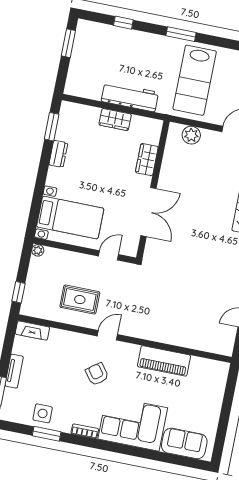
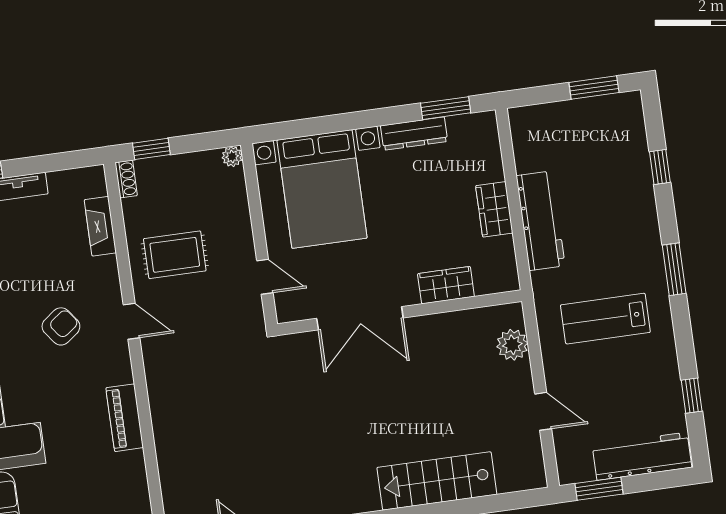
lab bench: (195, 80) -> (605, 319), width x0.73, depth x0.72
dresser: (58, 154) -> (414, 134), width x1.44
bed with nightstands: (70, 218) -> (322, 189), width x1.36
rug: (80, 300) -> (175, 255), turned 90
shoe rack: (30, 311) -> (126, 179), added
fireplace: (32, 331) -> (100, 226), moved
piano: (164, 361) -> (125, 418), width x0.73, depth x0.75

